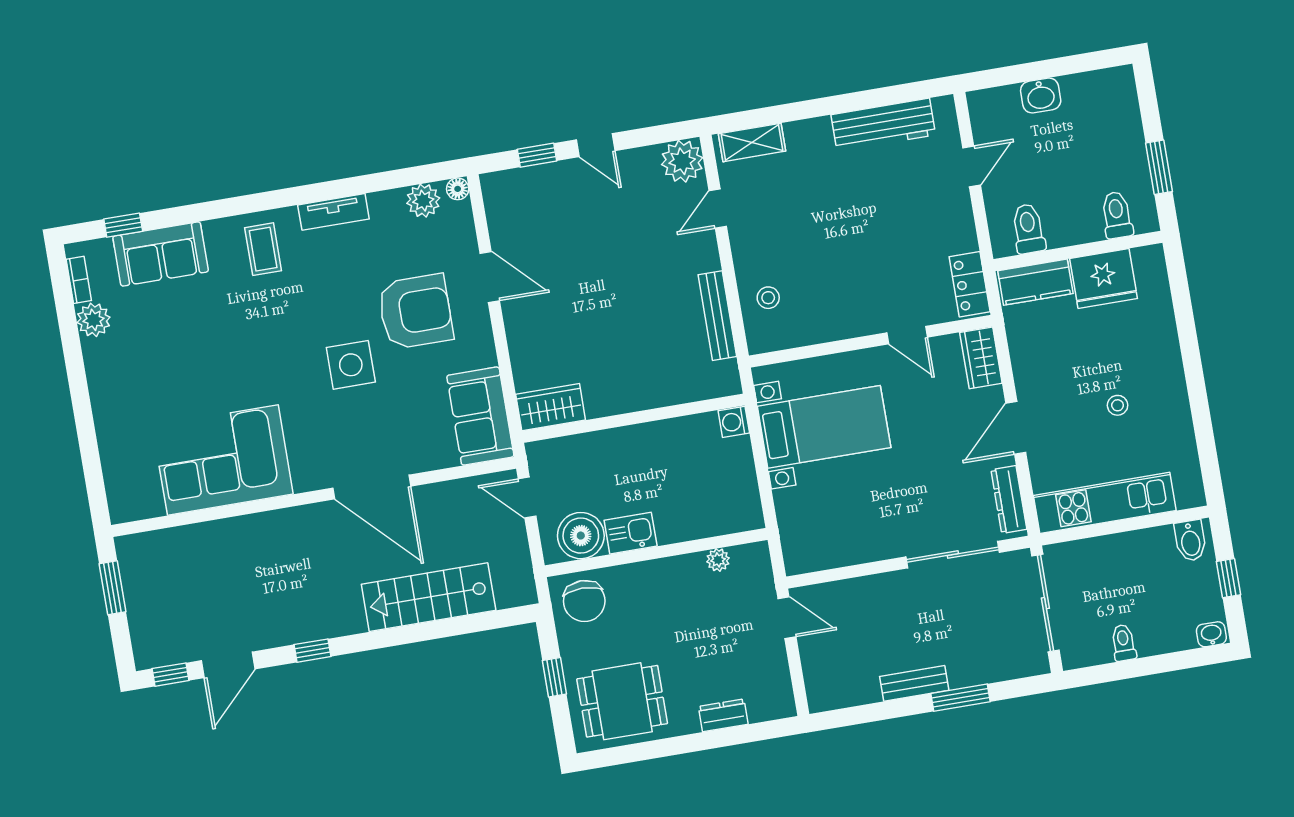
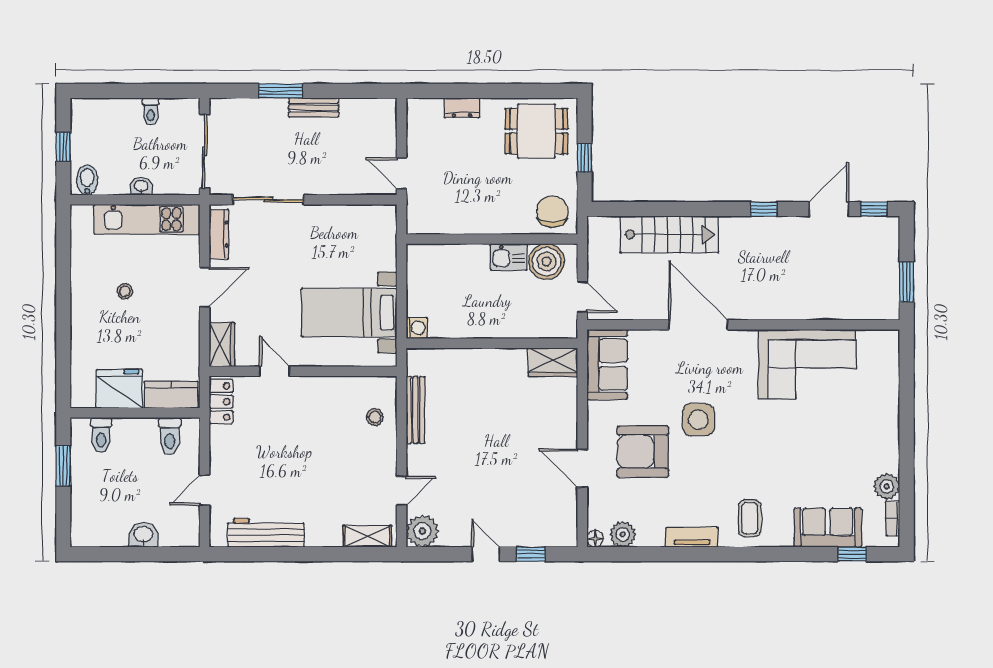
plant: (718, 560) -> (446, 226), removed
washbasin: (1211, 634) -> (141, 186), moved, turned 180

